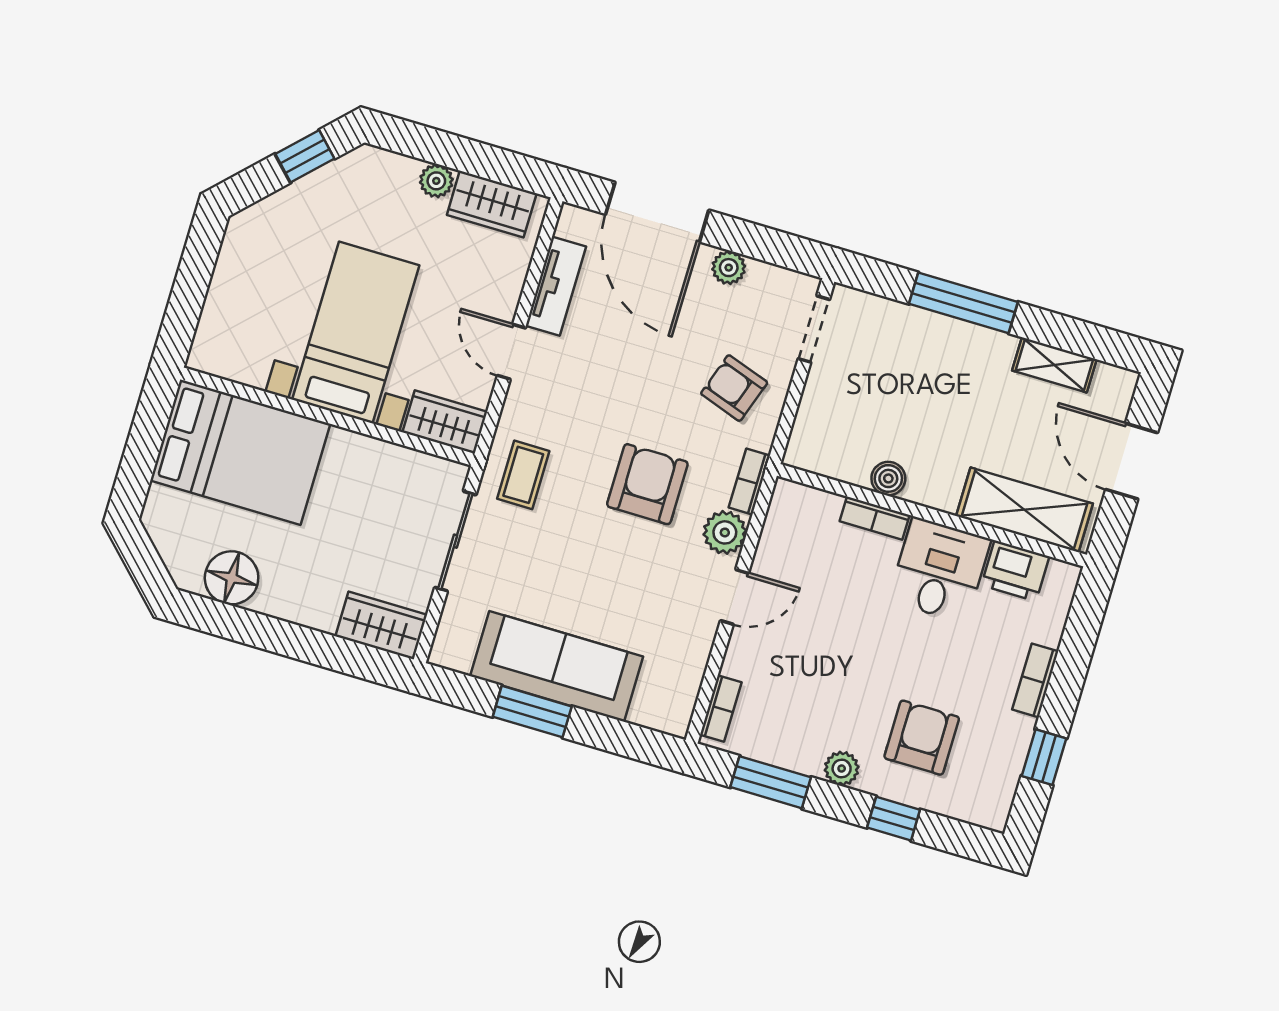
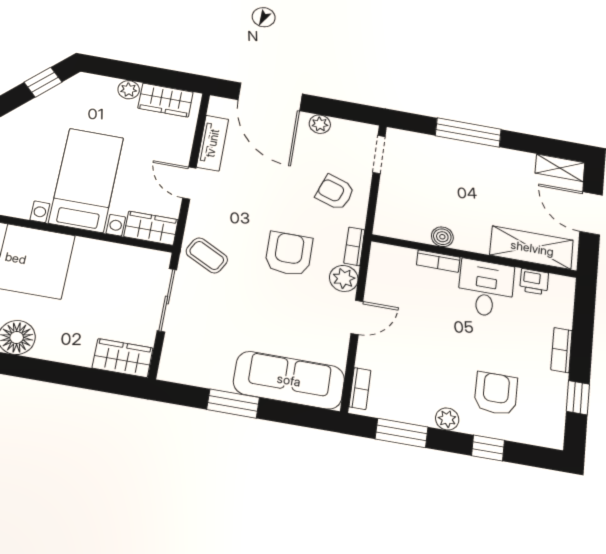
shelving: (1054, 365) -> (560, 168), moved
coffee table: (523, 475) -> (207, 255), turned -62
printer: (1015, 571) -> (534, 282), width x0.73, depth x0.81
sofa: (557, 666) -> (289, 380), moved

